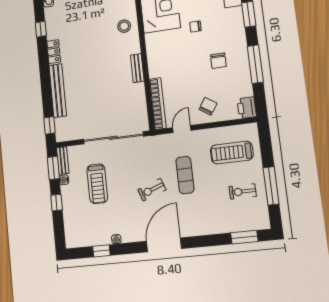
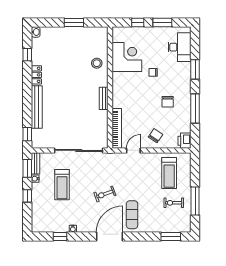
treadmill: (232, 153) -> (169, 173), turned -90
exercise mat: (185, 175) -> (132, 215), moved

